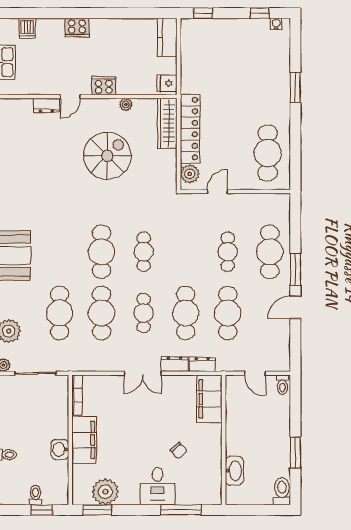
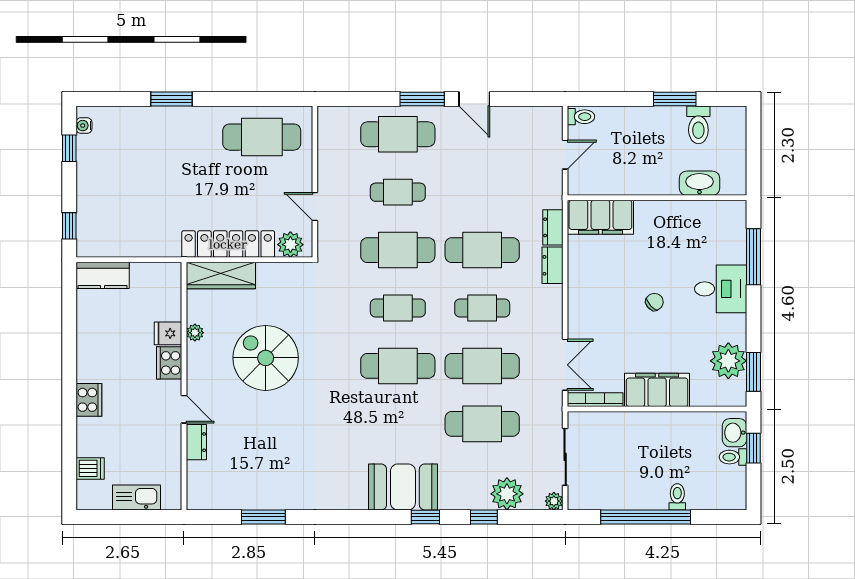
fridge: (167, 83) -> (168, 333), moved, turned 90
cafe table: (228, 313) -> (398, 250), moved
double door: (143, 373) -> (565, 365), moved
washbasin: (60, 449) -> (735, 433), moved, turned 90
chair: (179, 451) -> (654, 302), moved
toilet: (282, 491) -> (698, 125), moved, turned -90

